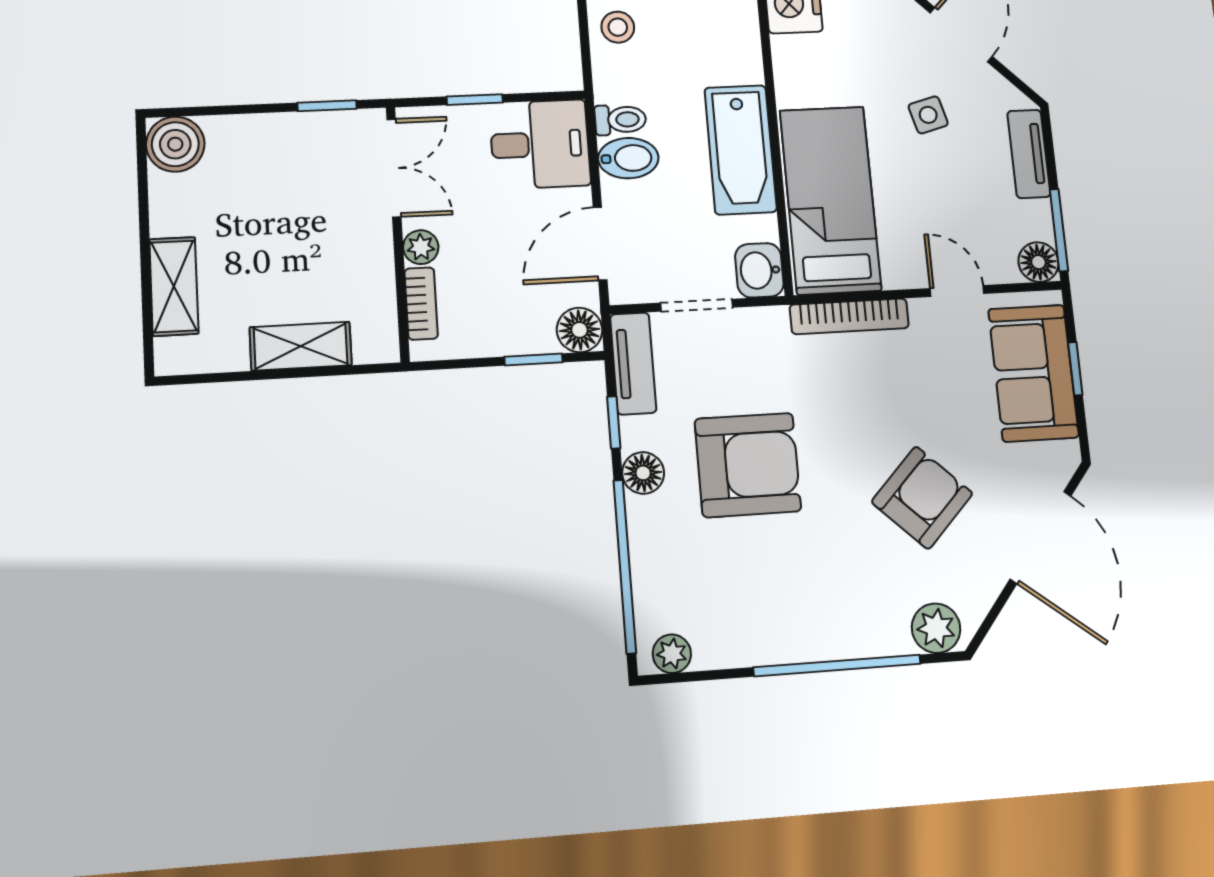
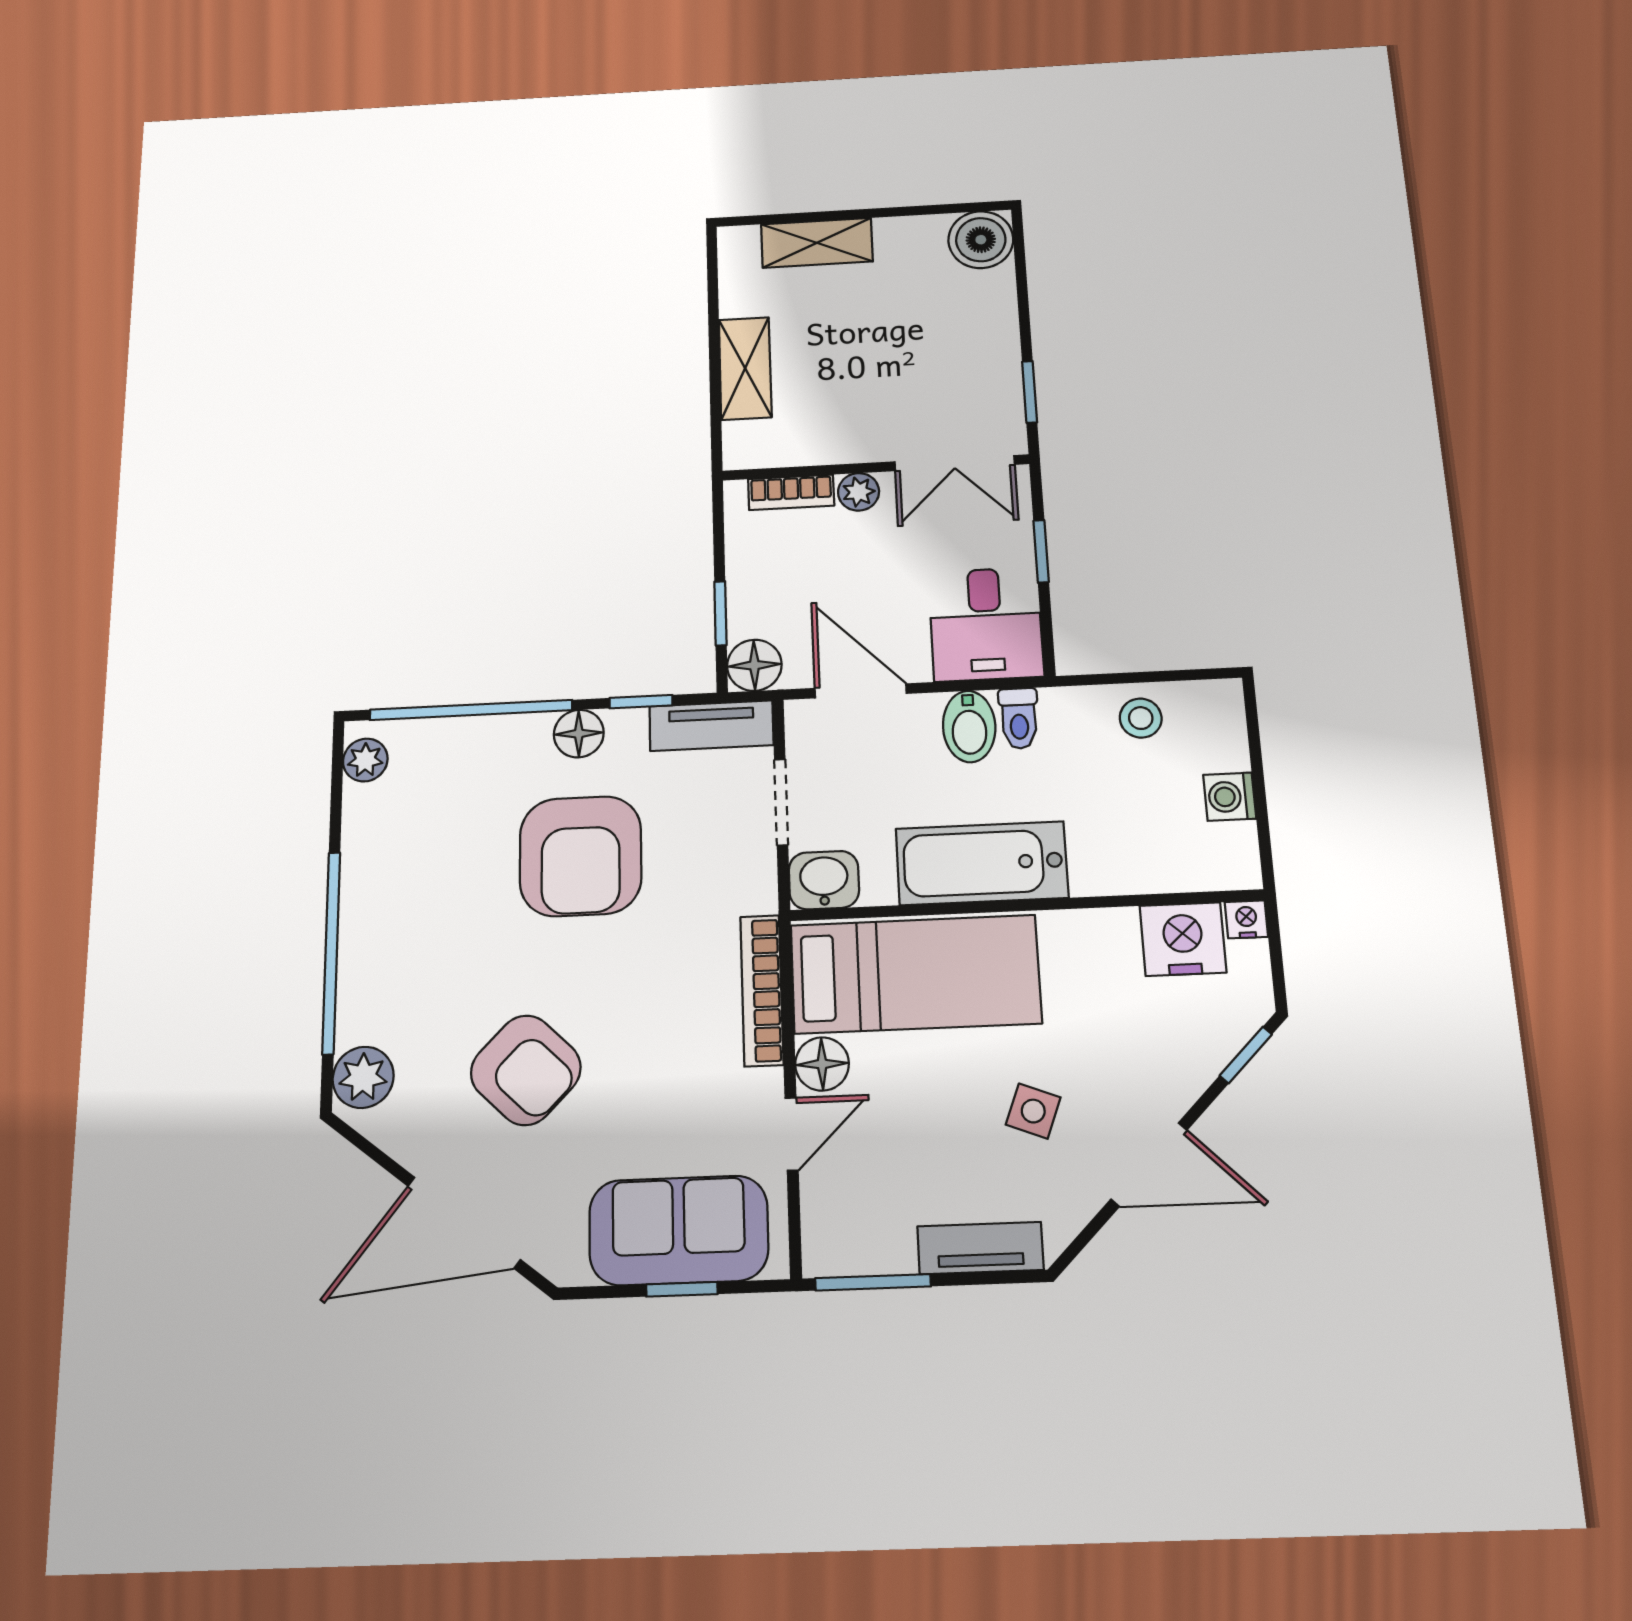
side table: (928, 115) -> (1033, 1111), turned 36
floor lamp: (1038, 262) -> (822, 1064), moved

